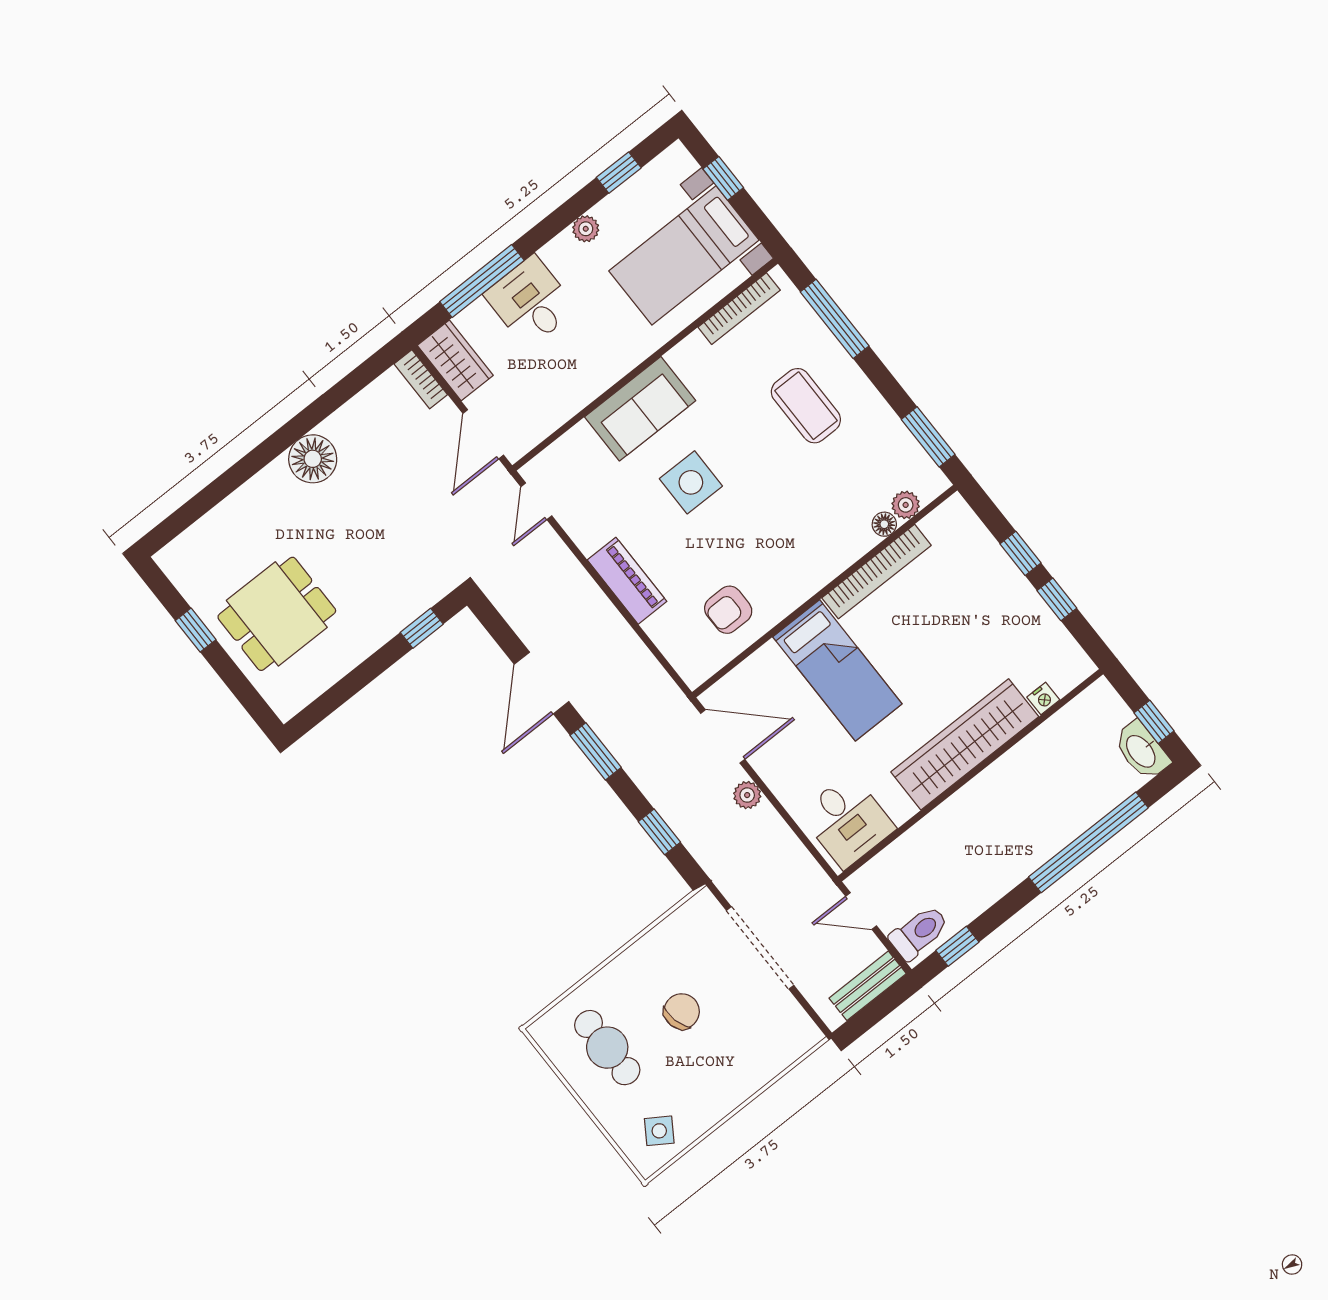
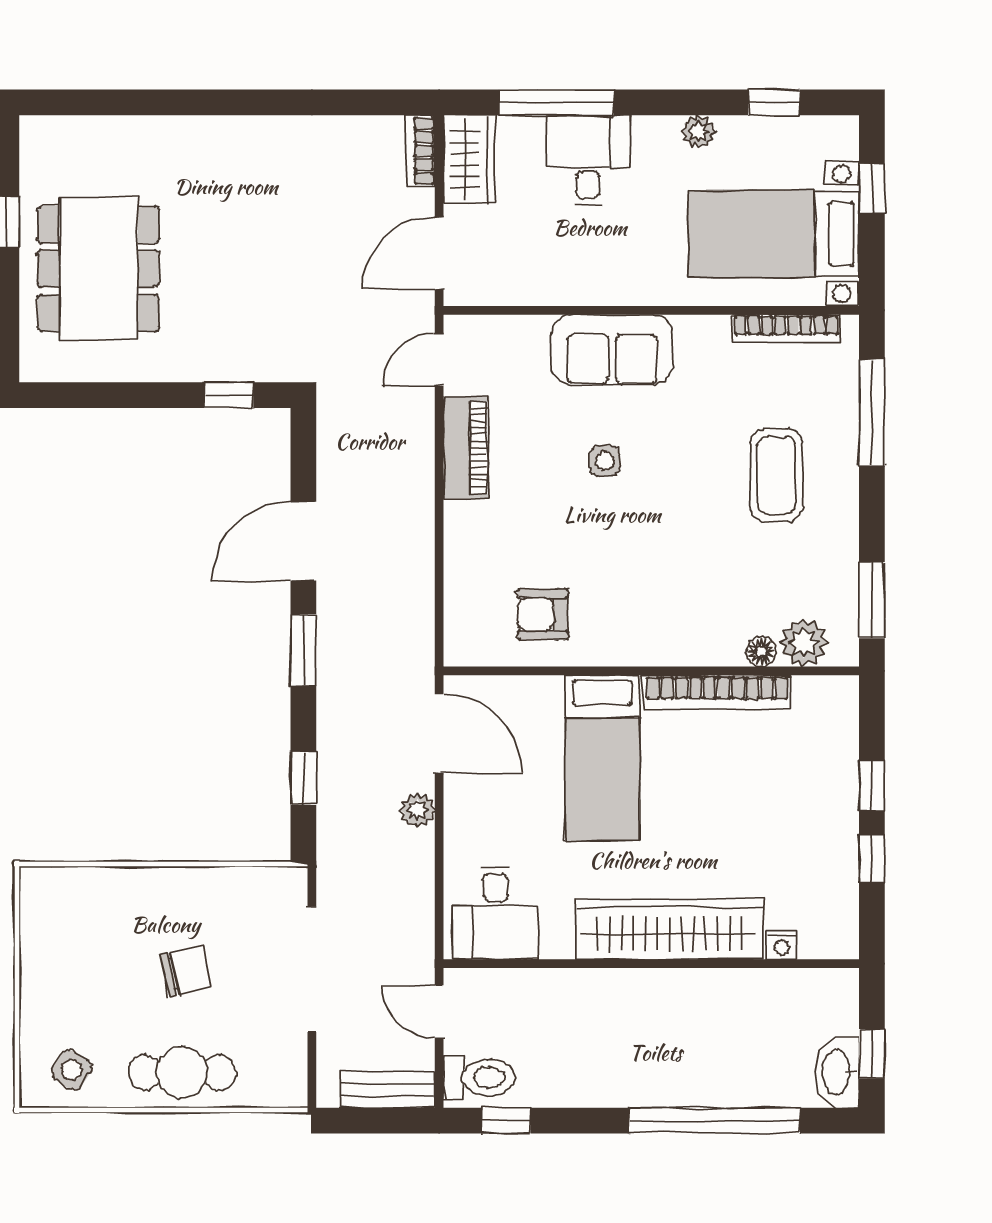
floor lamp: (313, 459) -> (253, 145), removed
side table: (691, 482) -> (605, 461), width x0.54, depth x0.54
plant: (906, 505) -> (804, 643), width x1.38, depth x1.38
piano: (627, 581) -> (466, 448), moved
dining table: (277, 614) -> (98, 269), width x1.38
cafe table: (607, 1048) -> (182, 1072), moved, turned 90

